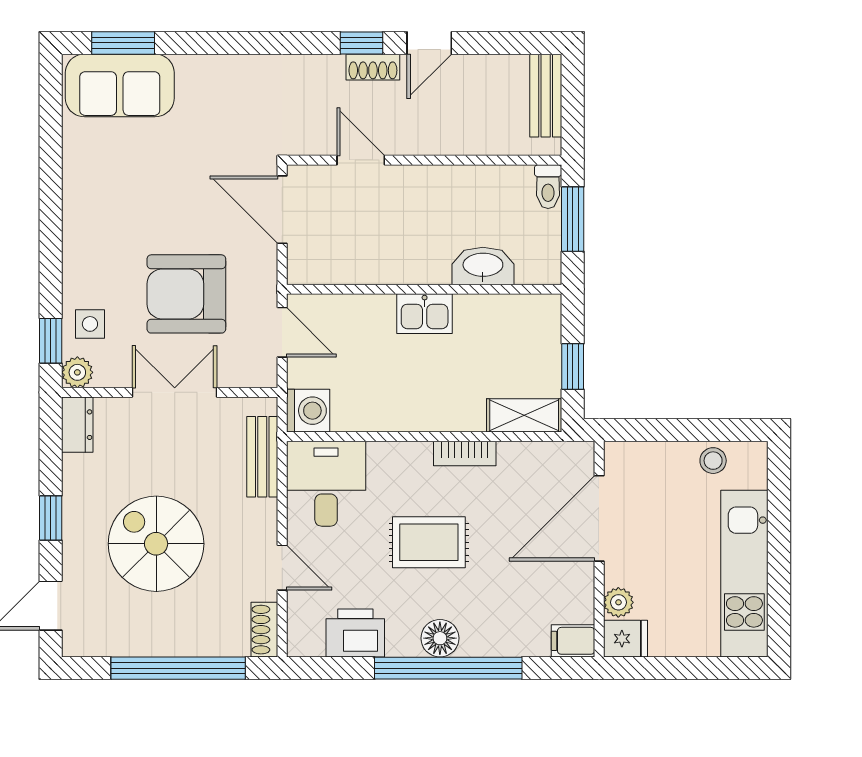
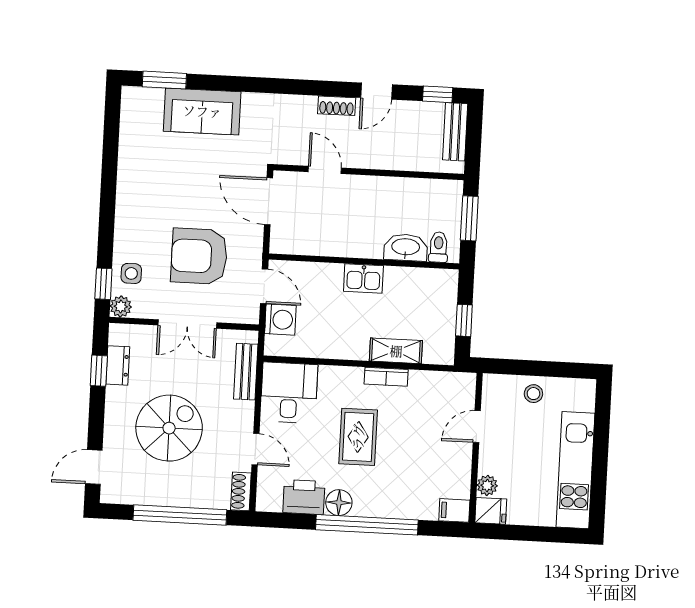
window: (361, 43) -> (438, 94), moved
sofa: (120, 85) -> (202, 111), moved
toilet: (548, 187) -> (438, 247), moved, turned 180
double door: (175, 392) -> (187, 324), swing flipped
washing machine: (308, 411) -> (280, 320), moved
shelving: (524, 415) -> (396, 351), moved
dresser: (77, 425) -> (118, 365), moved
stool: (713, 461) -> (533, 394), moved
window: (51, 518) -> (99, 371), moved
door: (599, 518) -> (477, 427), width x0.53
rug: (429, 542) -> (358, 437), turned 90
spiral stairs: (156, 544) -> (169, 428), turned 90
floor lamp: (440, 638) -> (339, 503), moved

